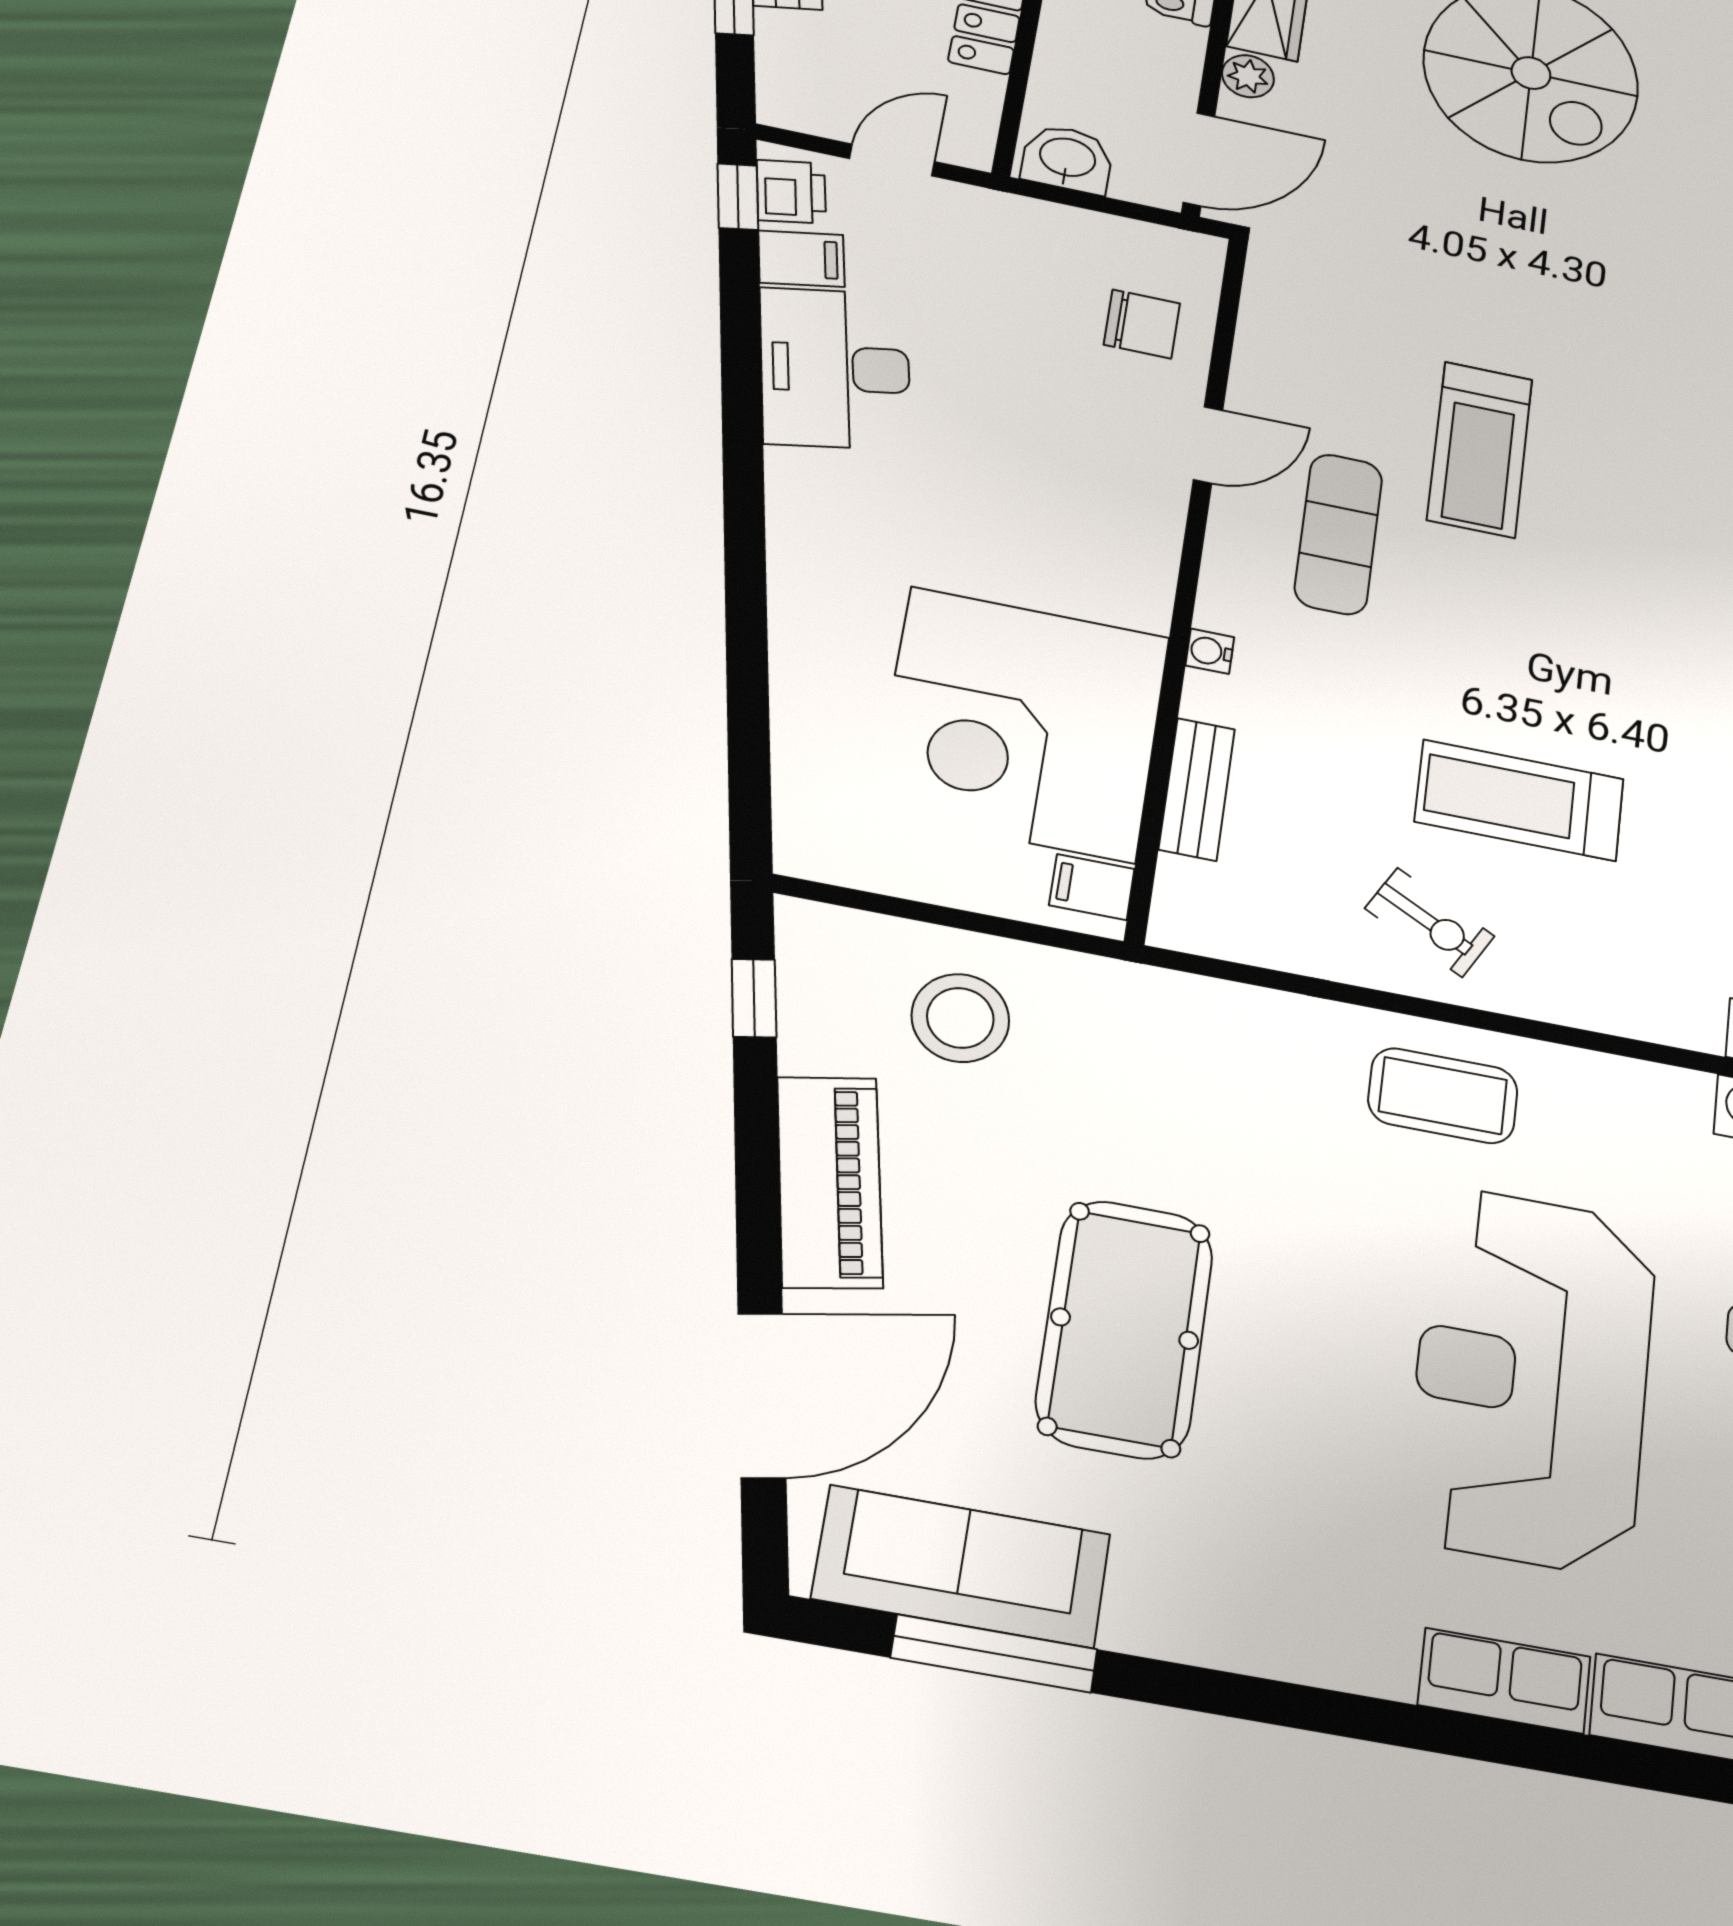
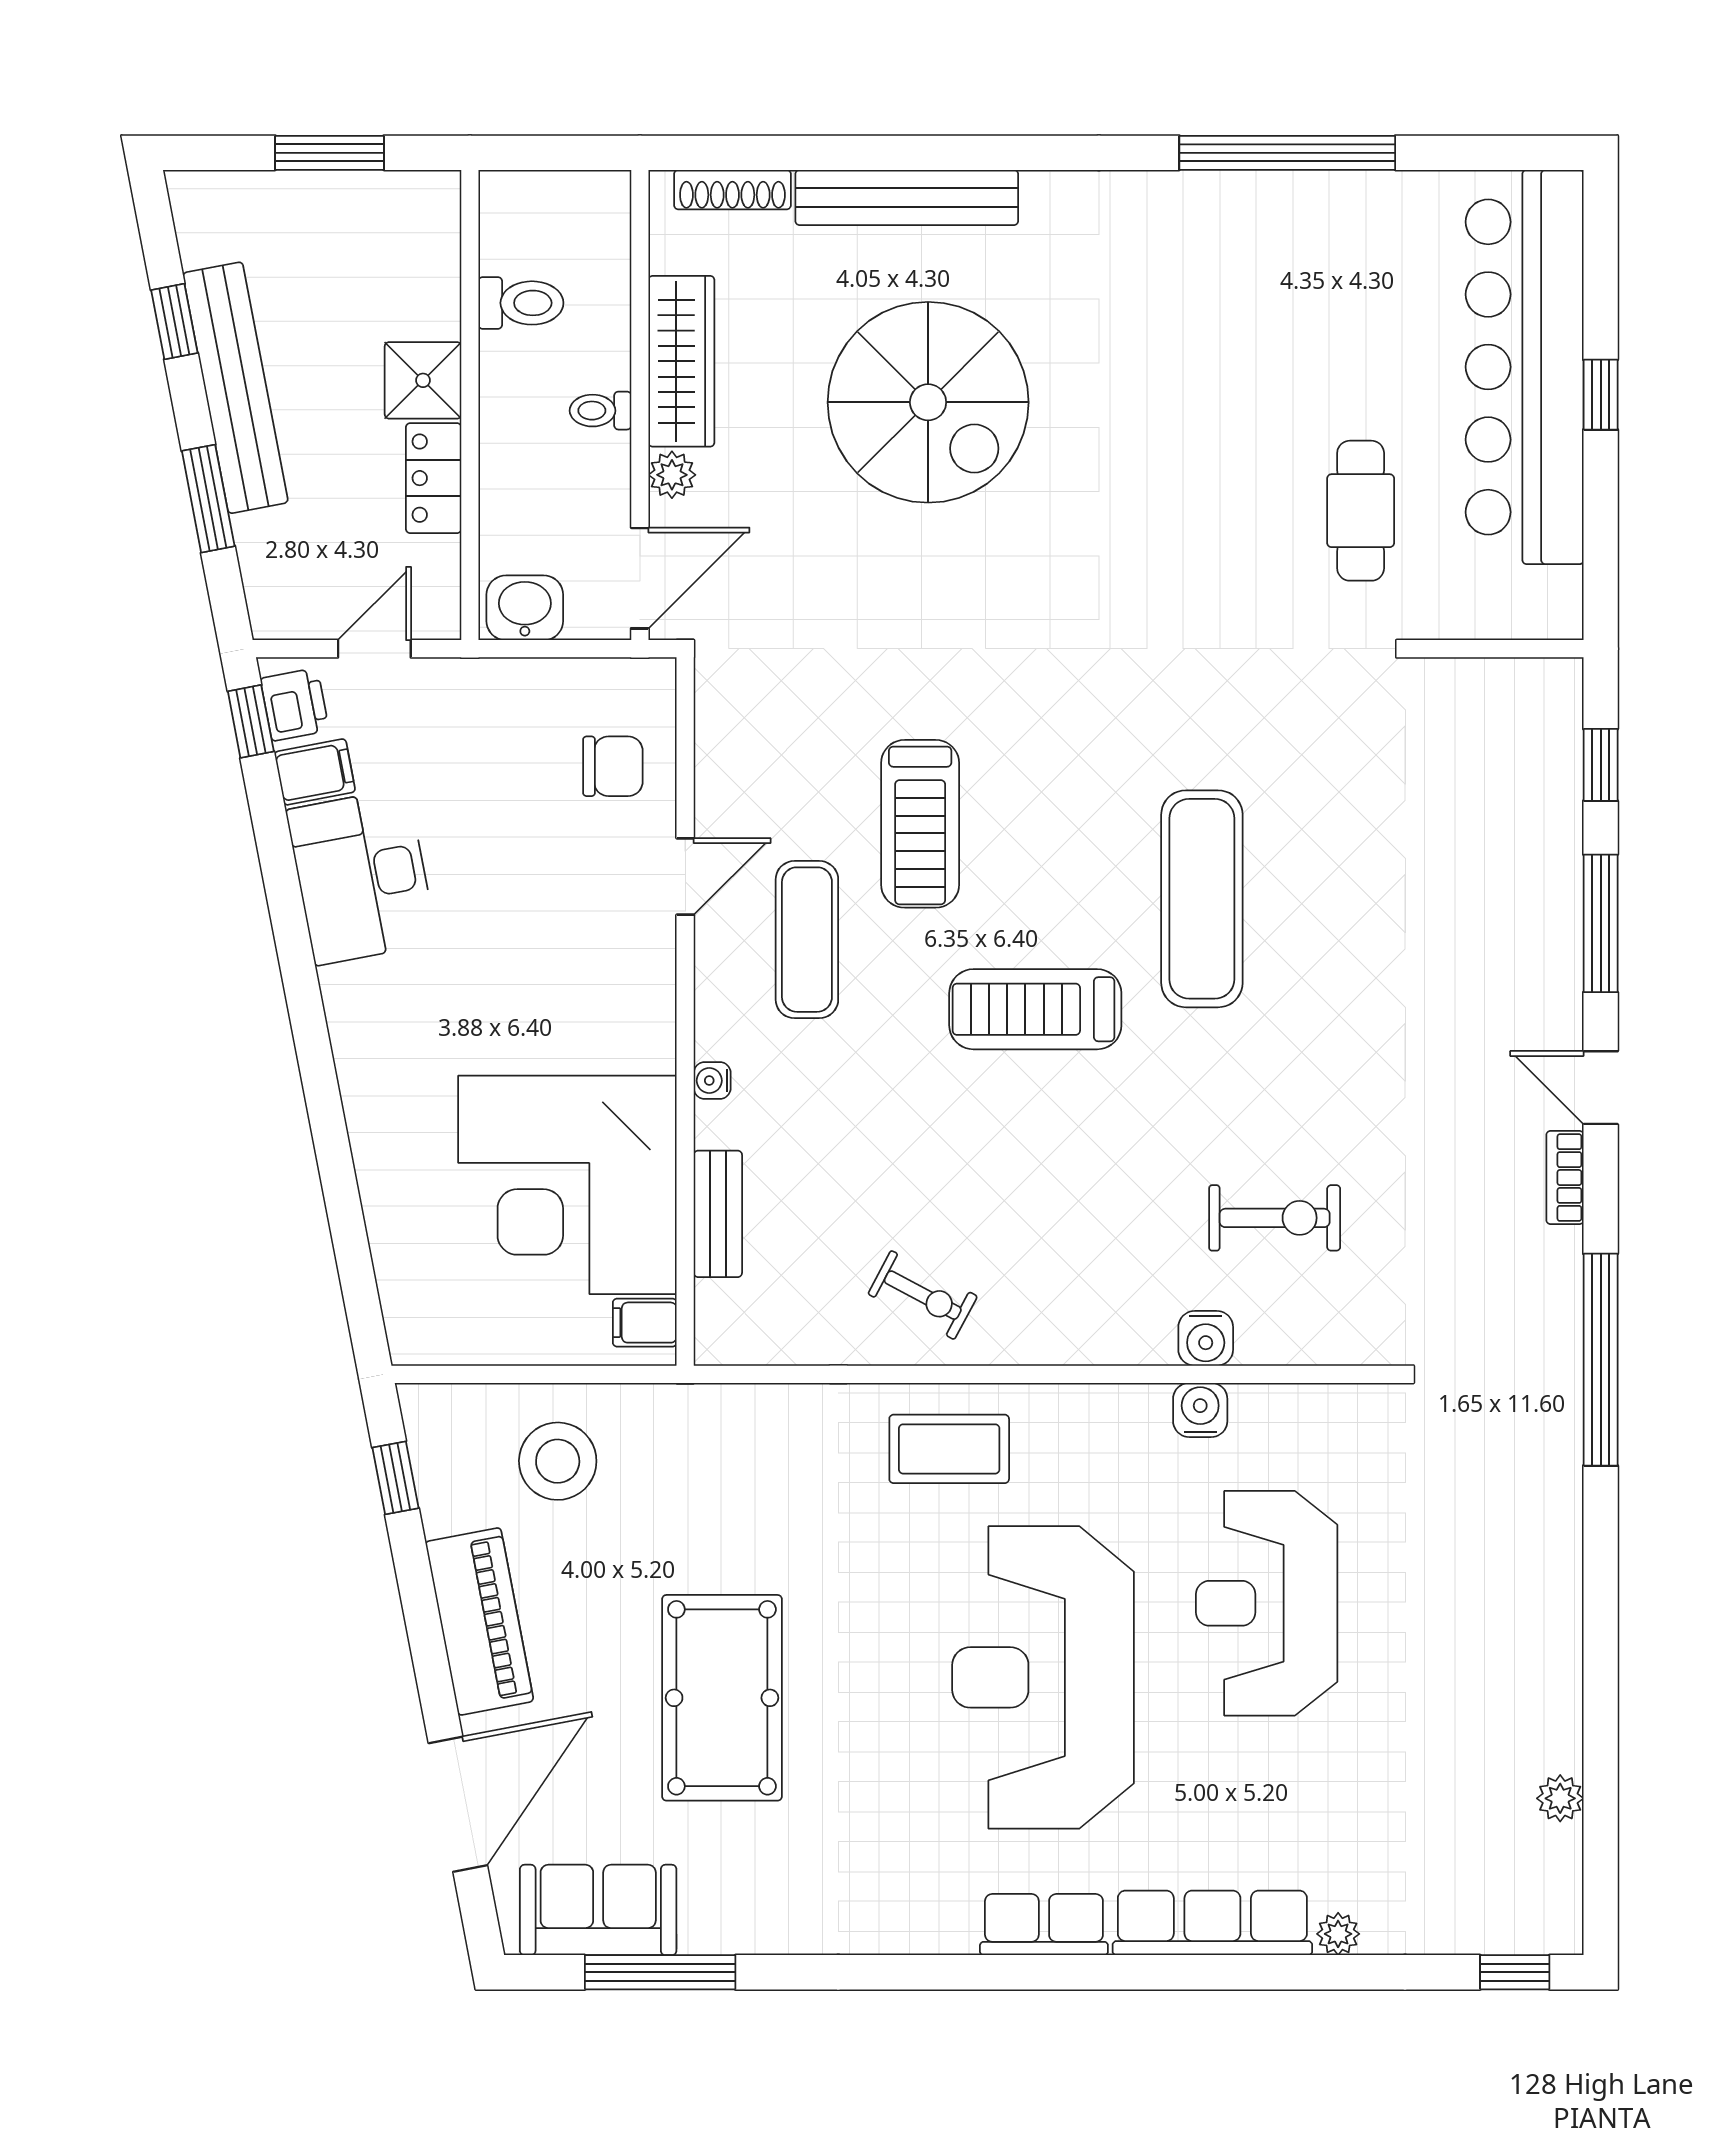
treadmill: (1519, 800) -> (1035, 1009), moved
sofa: (962, 1566) -> (598, 1910), width x0.73

